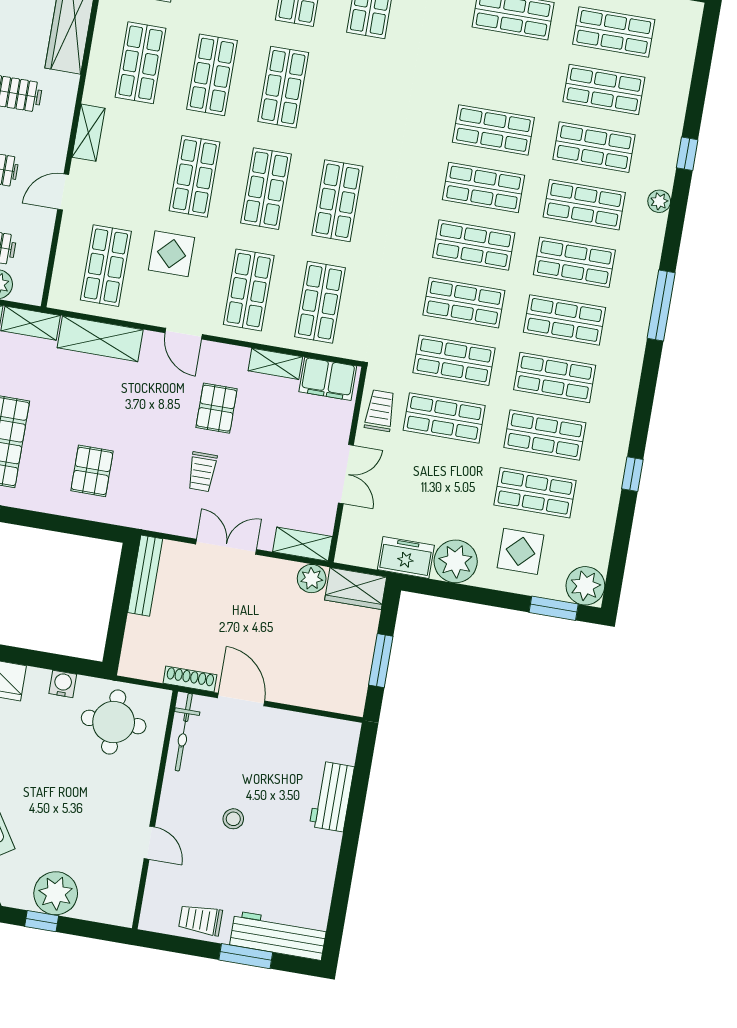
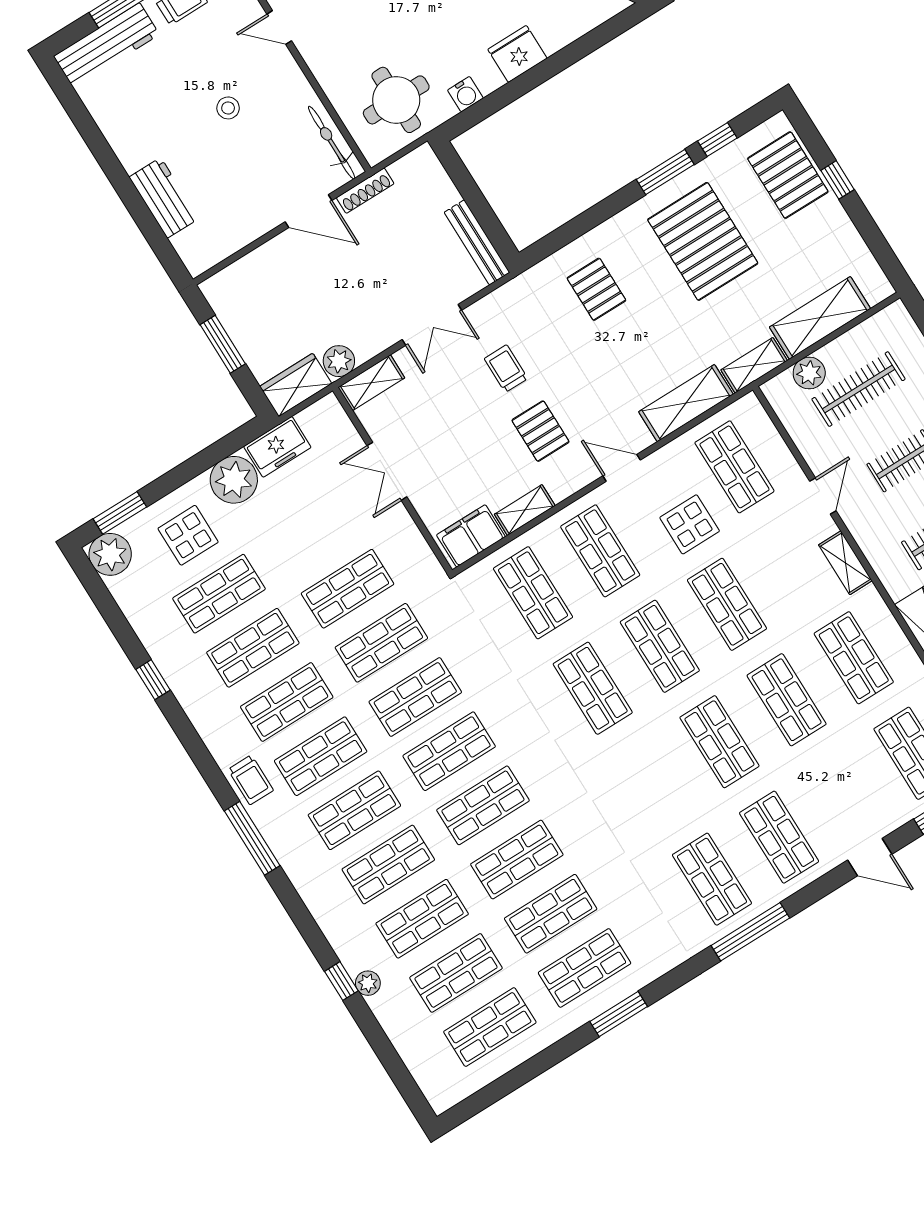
shop shelf: (503, 72) -> (551, 914), added
plant: (659, 201) -> (368, 983), moved
trolley: (380, 411) -> (251, 780), moved

